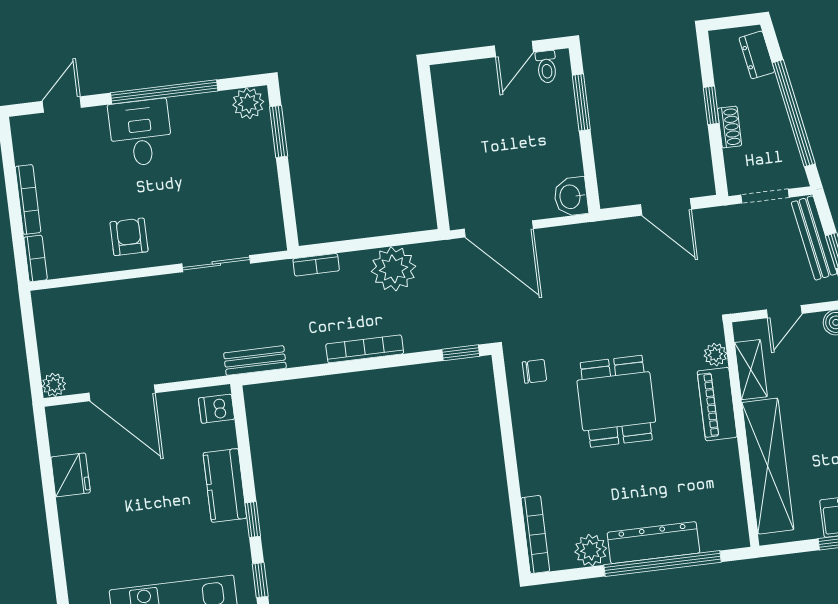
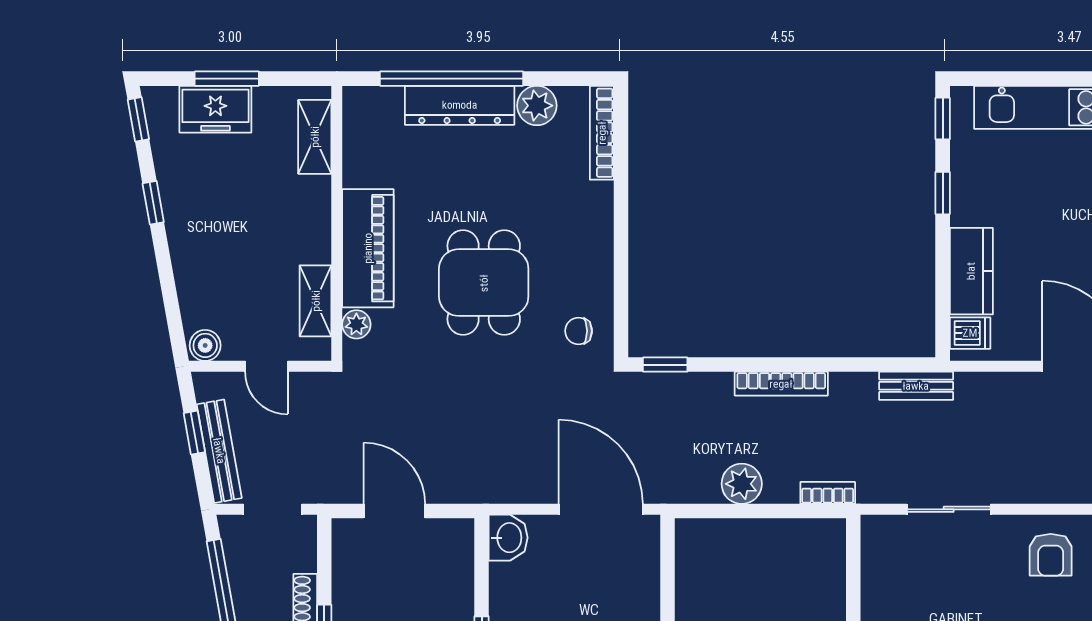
plant: (393, 269) -> (742, 484), width x0.73, depth x0.73
door: (784, 312) -> (266, 366), swing flipped
piano: (717, 404) -> (368, 248), width x1.37, depth x1.33
shelving: (768, 466) -> (315, 137), width x0.45, depth x0.75
kitchen counter: (225, 485) -> (971, 271), moved

